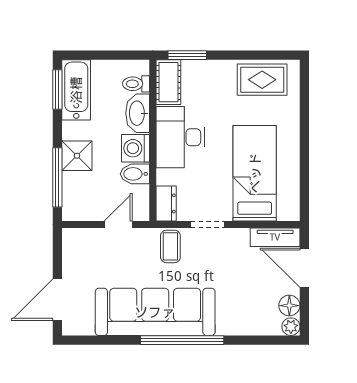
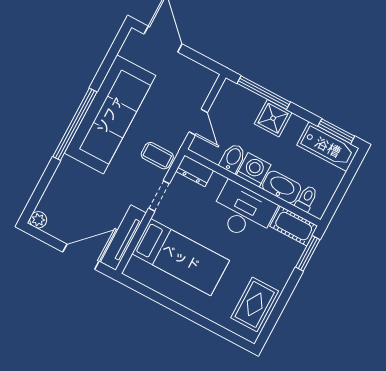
tv unit: (275, 237) -> (123, 238), width x1.41
floor lamp: (289, 306) -> (56, 228), removed

